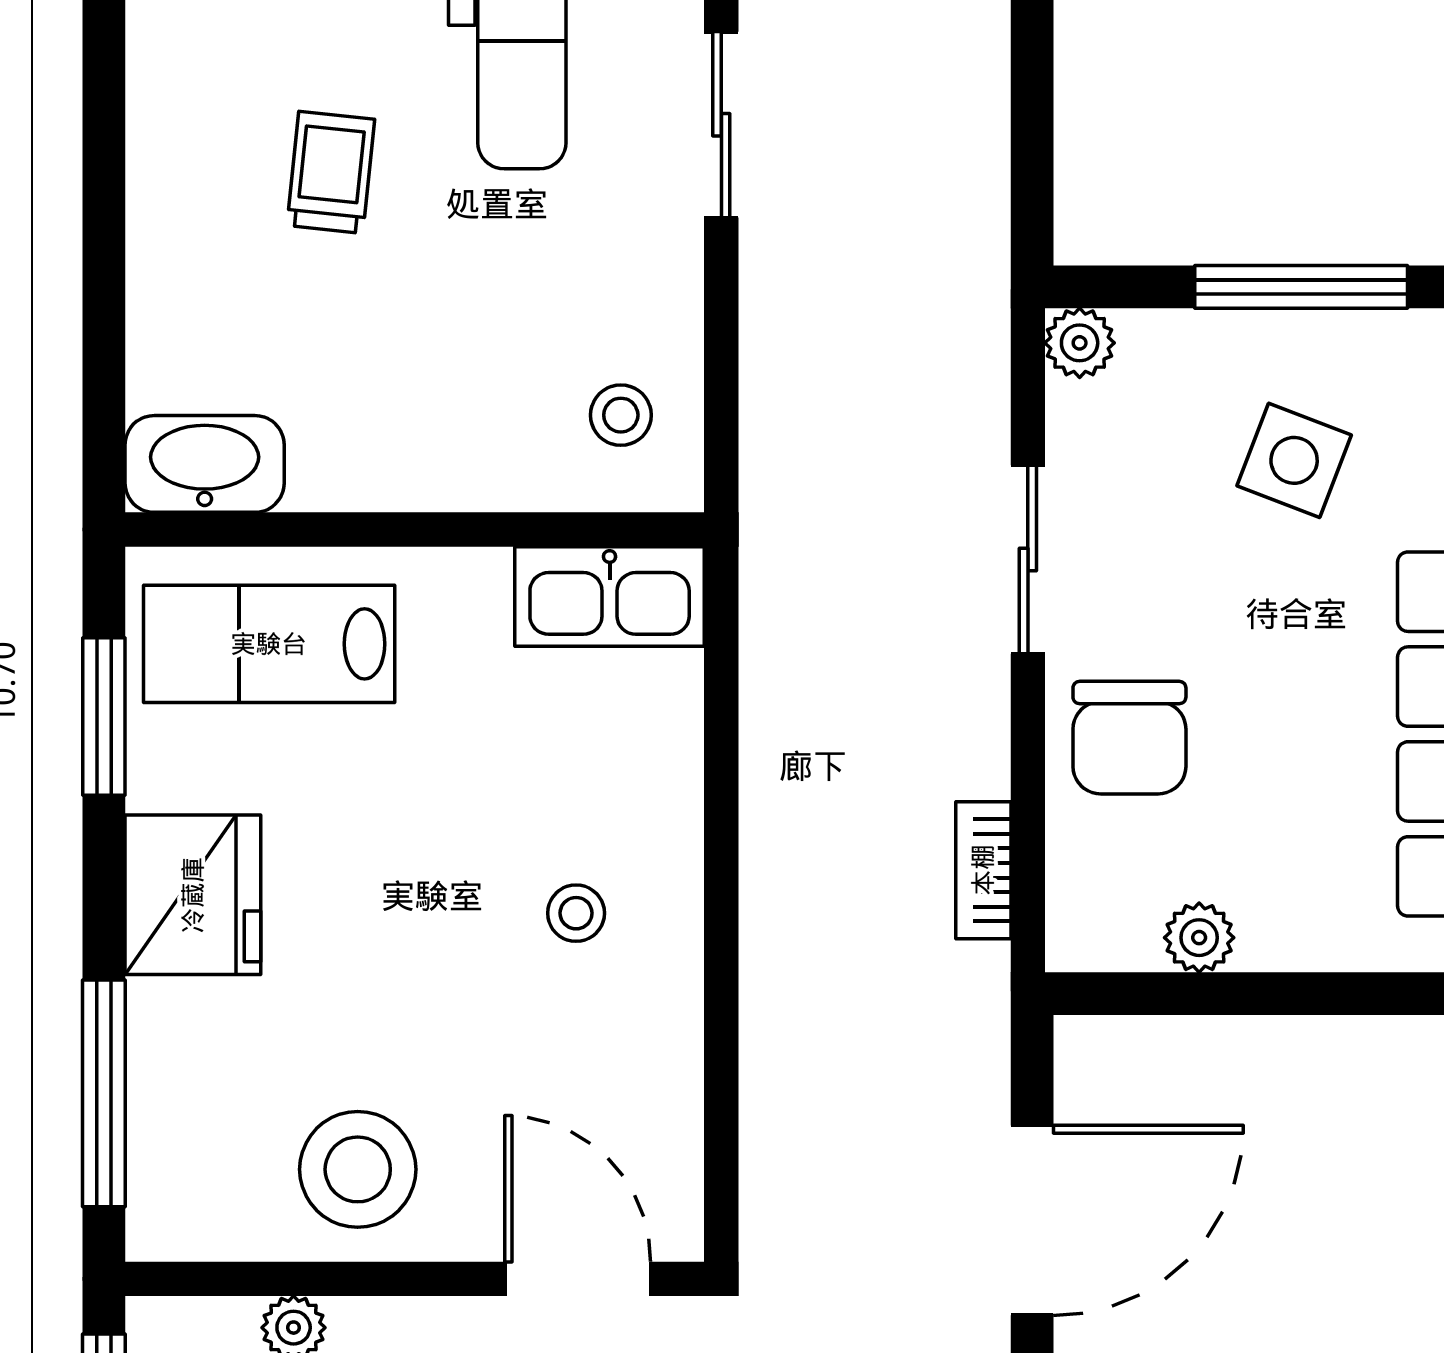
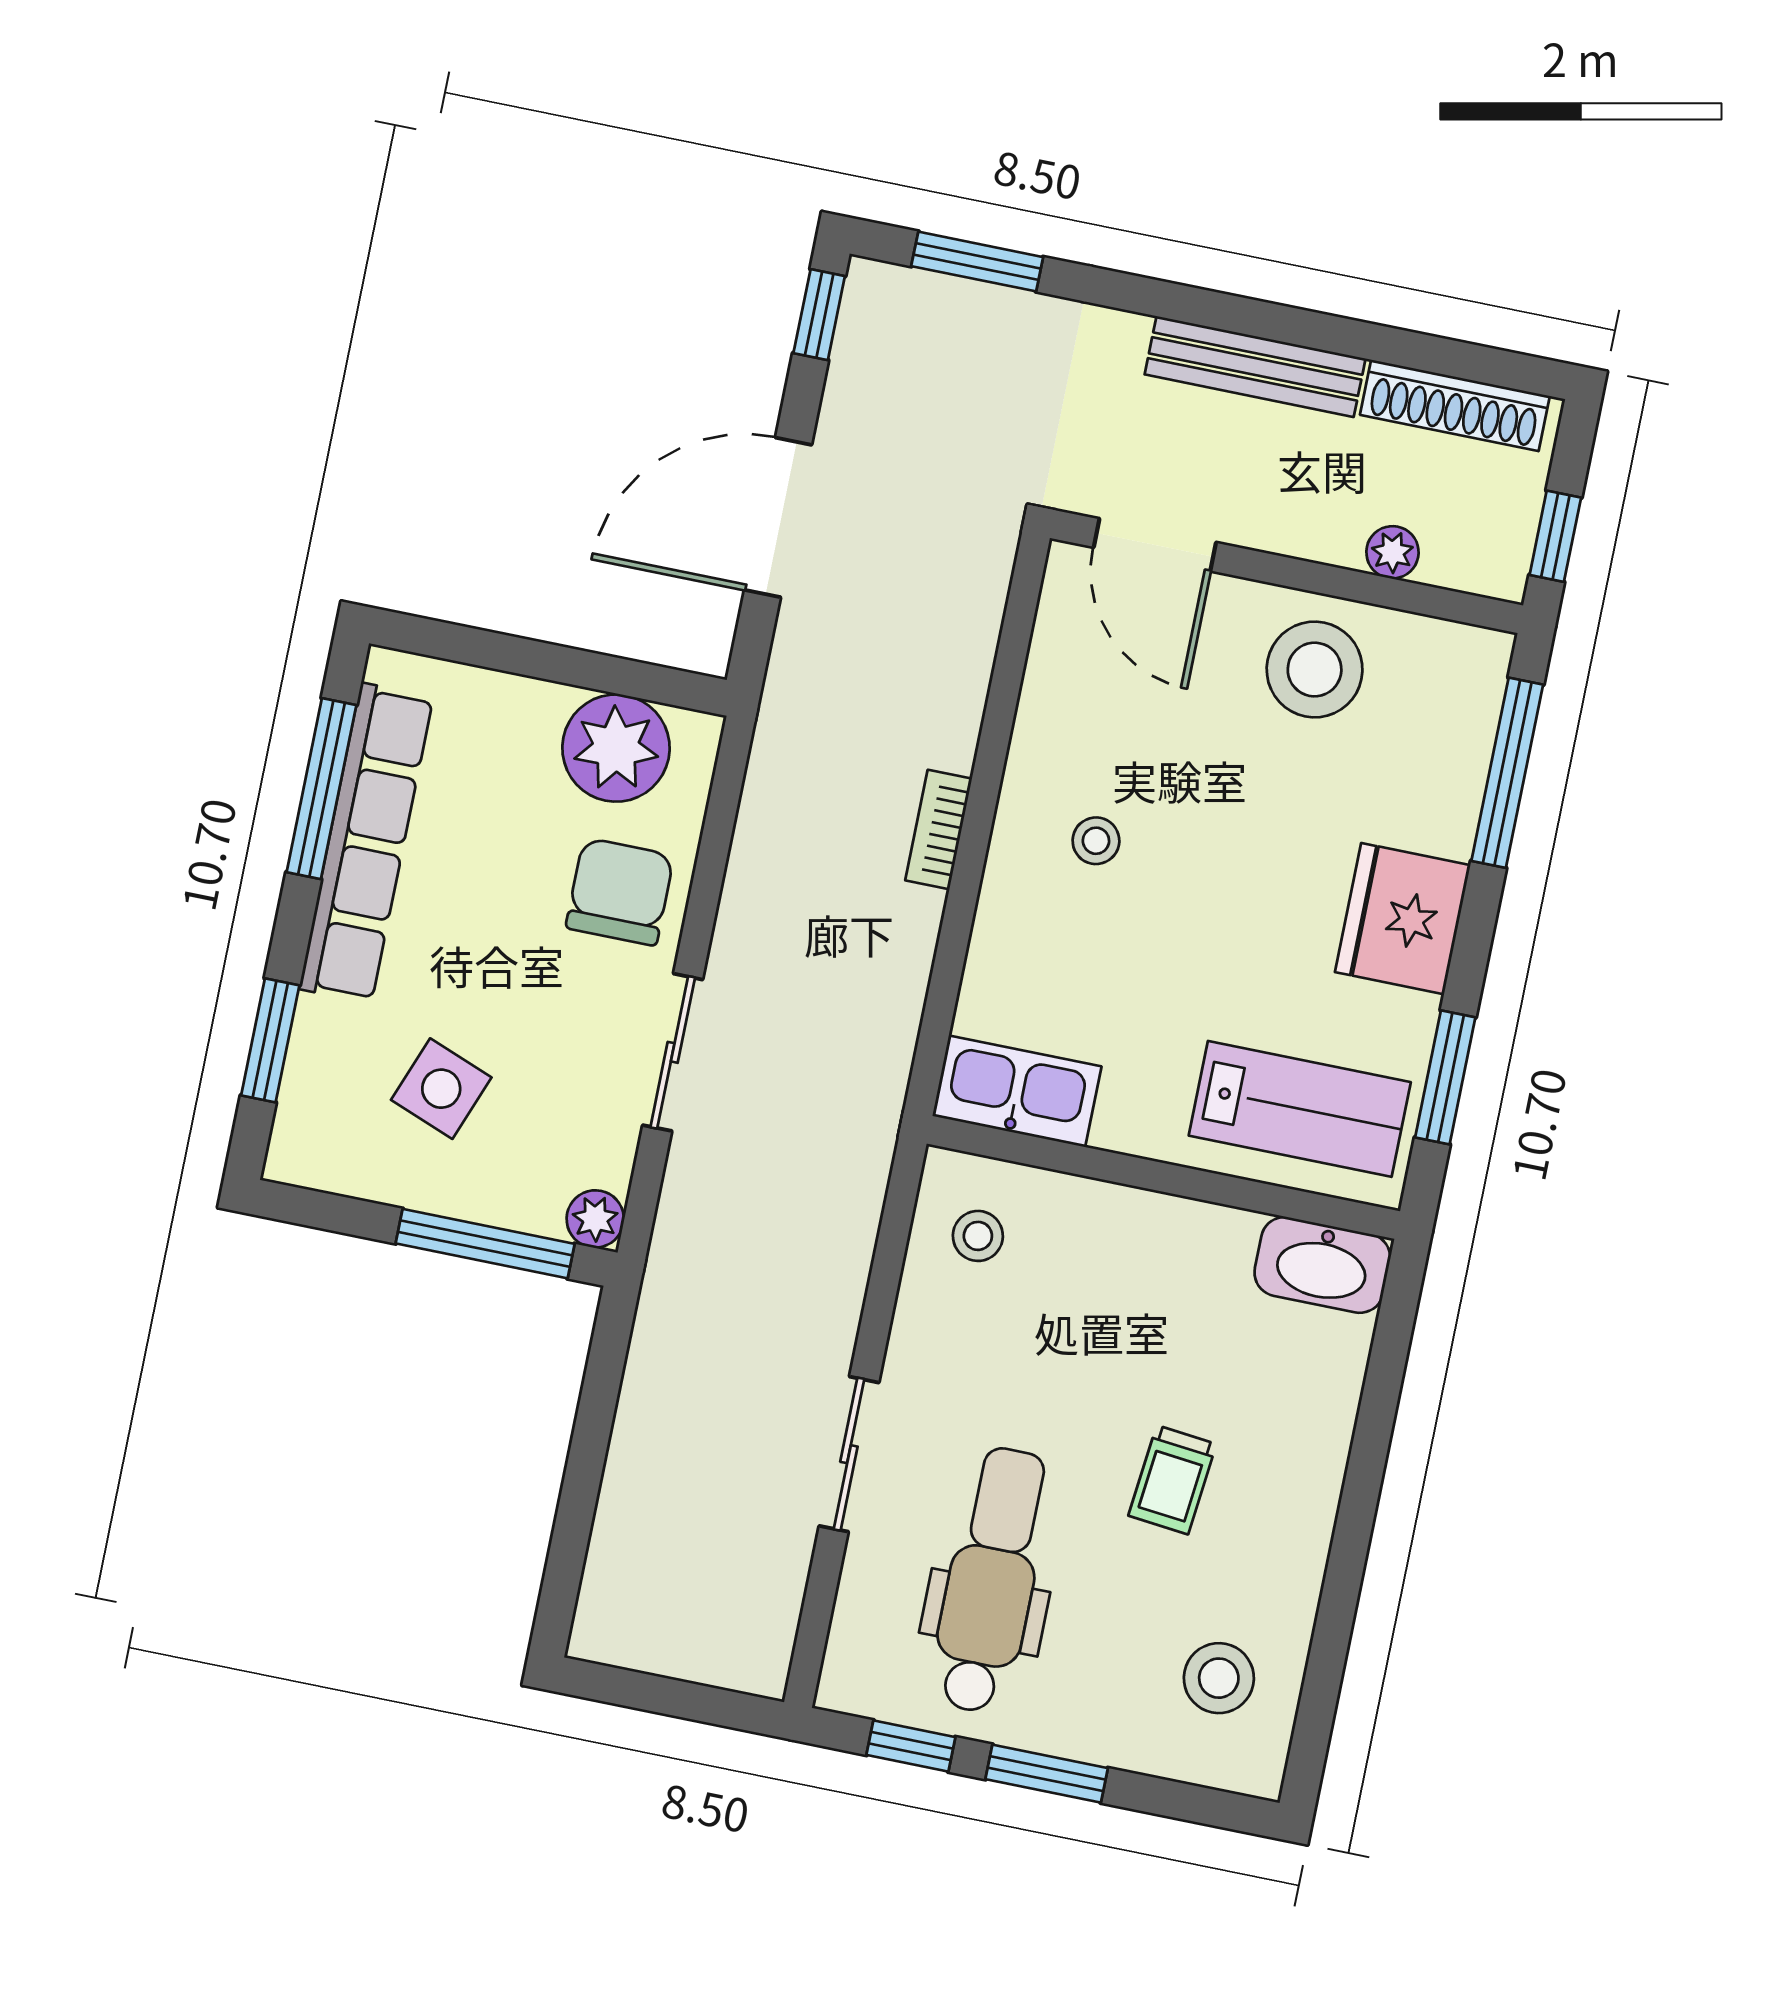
window: (1301, 287) -> (485, 1244), moved
bookcase: (983, 870) -> (939, 830), moved, turned 180
plant: (1199, 938) -> (616, 748), width x1.88, depth x1.88

